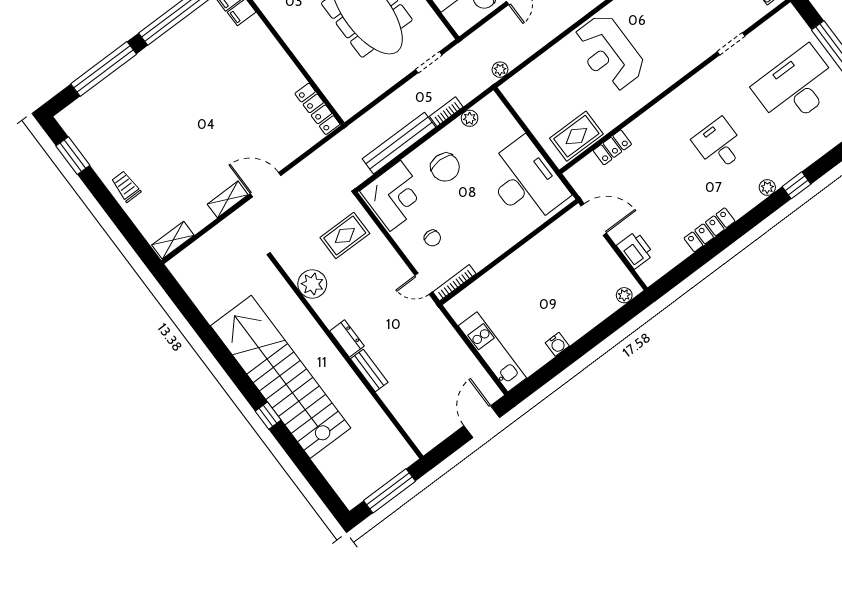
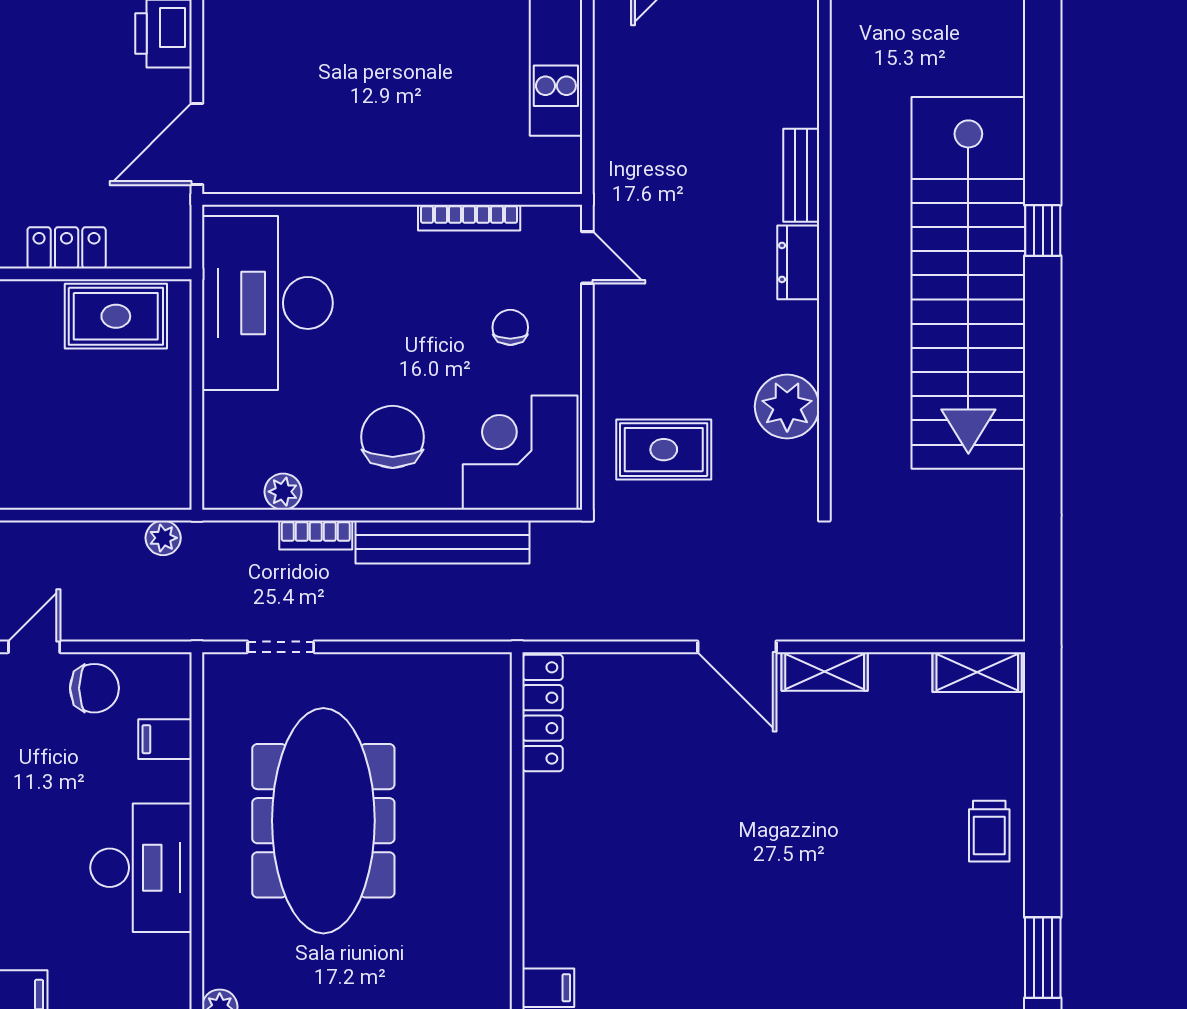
door: (594, 219) -> (197, 144), hinge flipped
bookcase: (454, 283) -> (469, 218), moved

